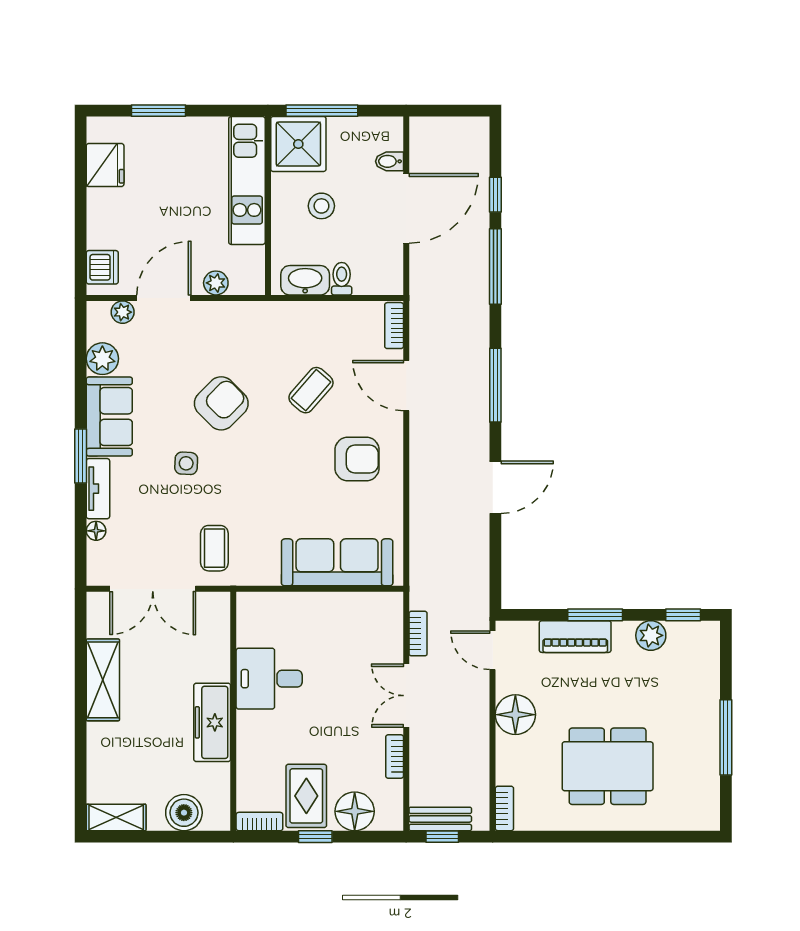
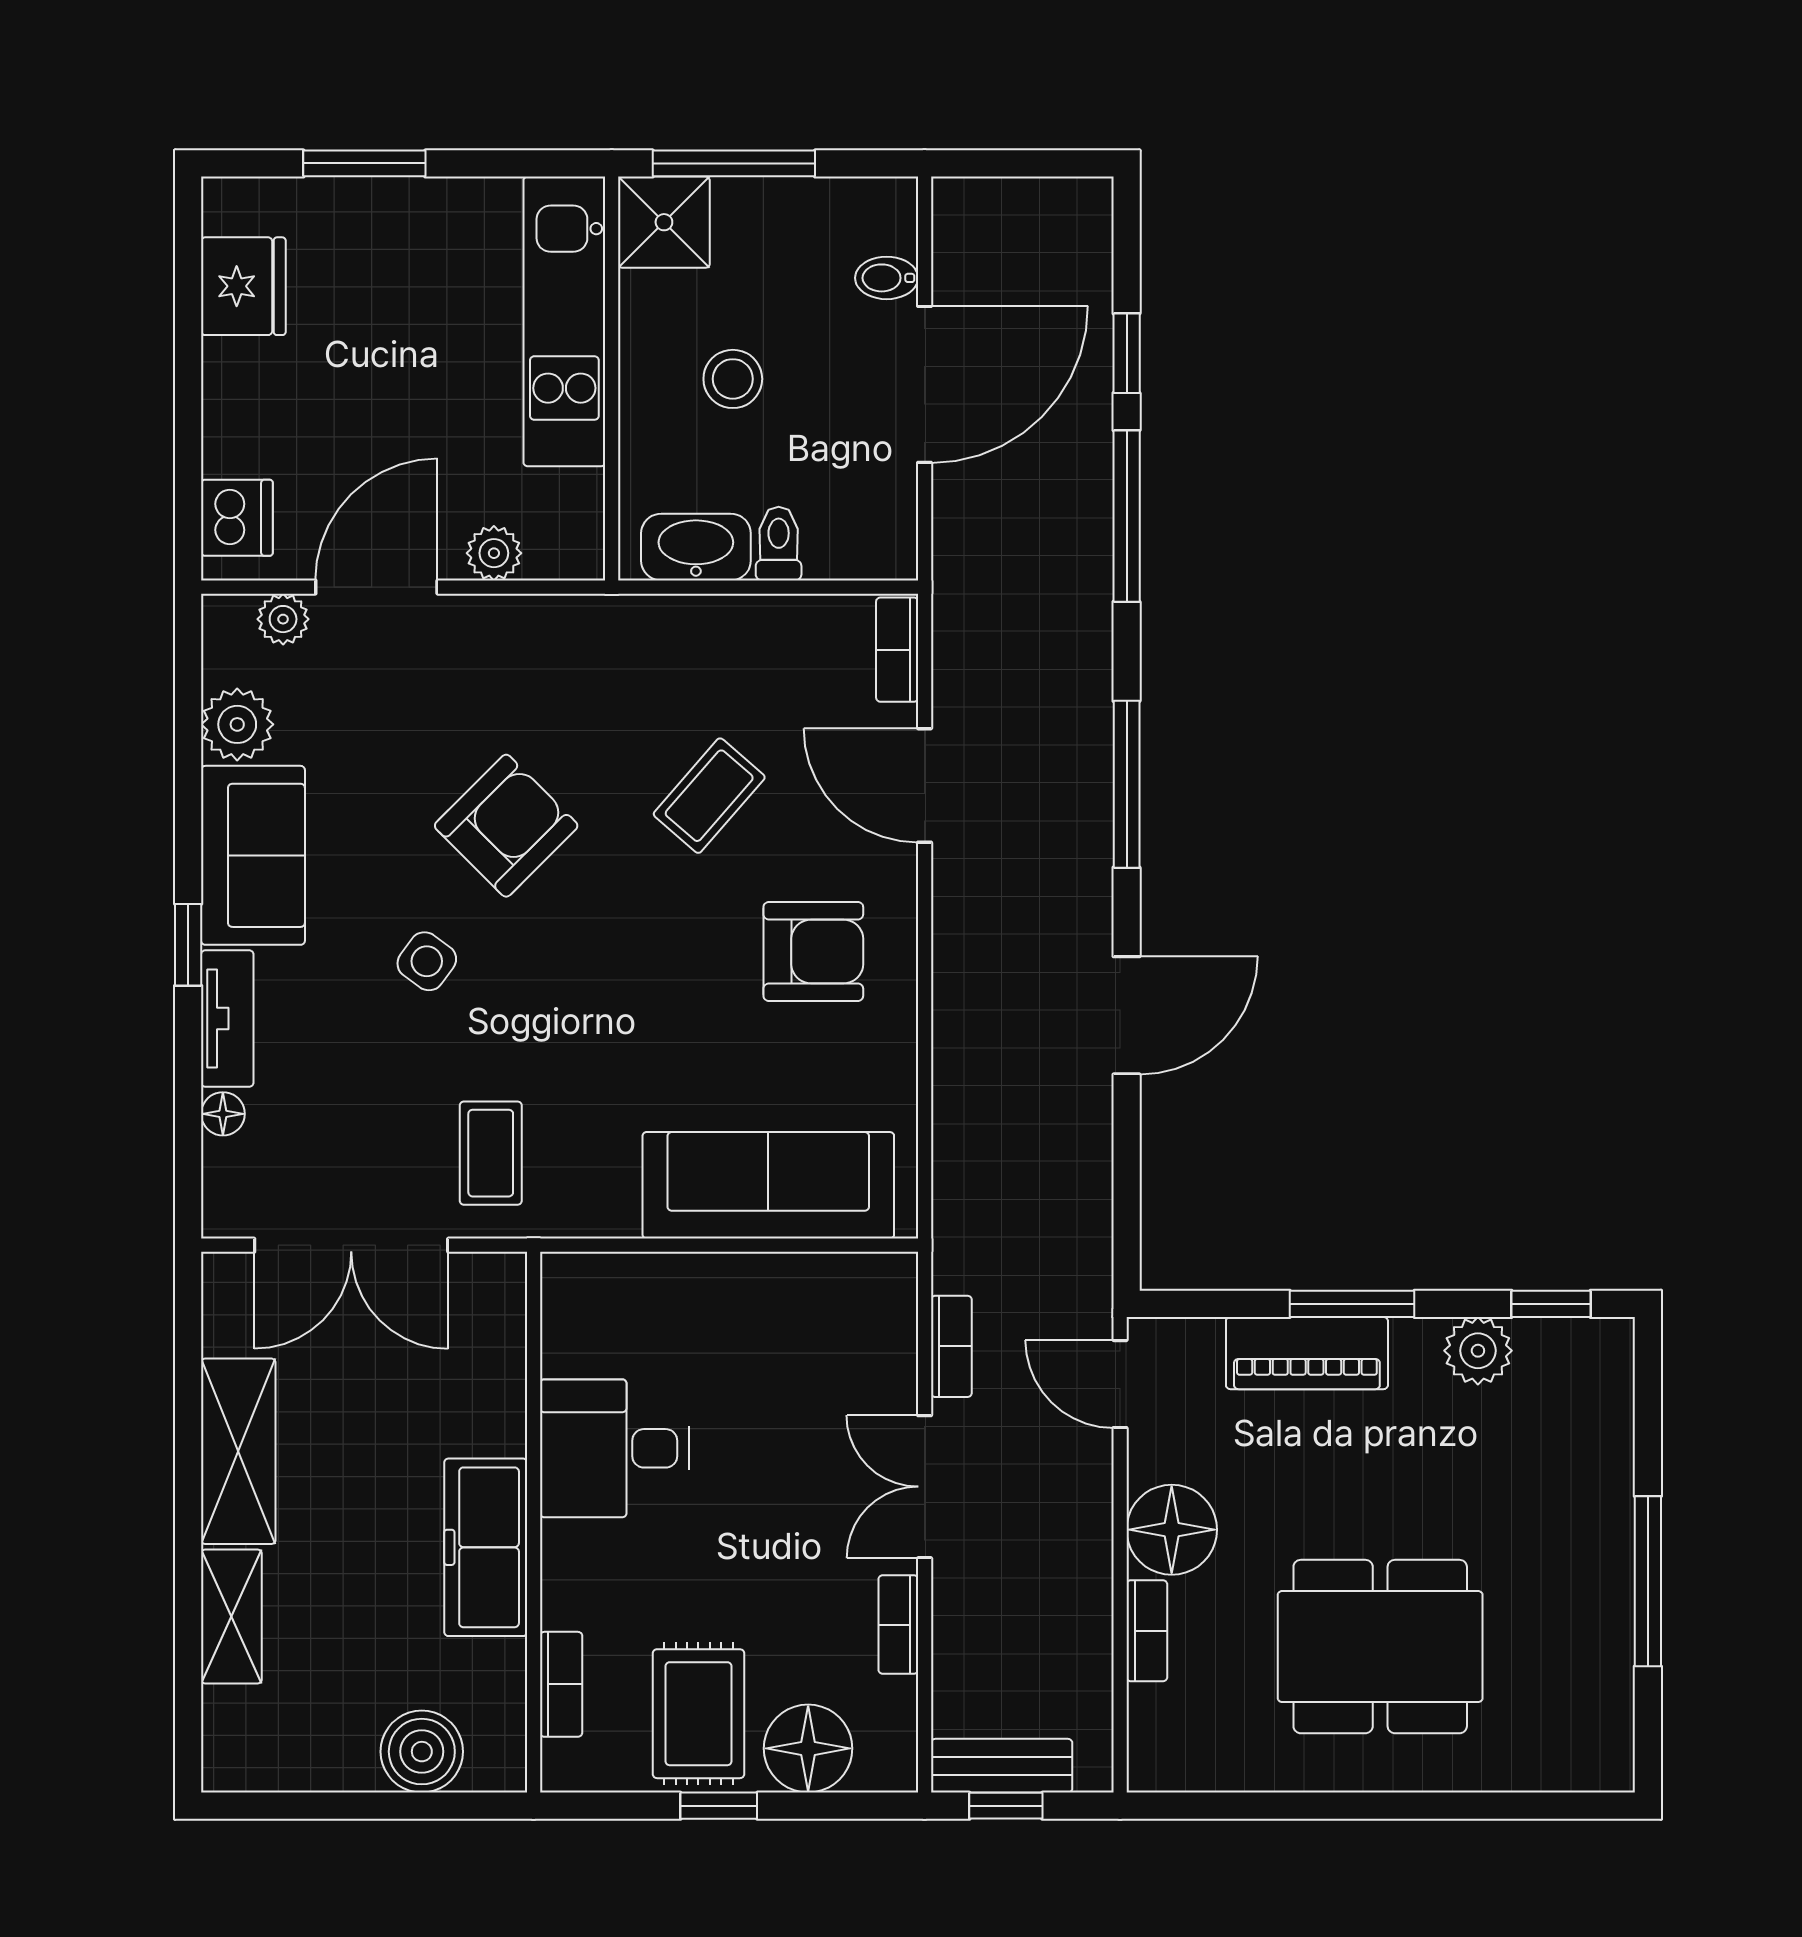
shower: (298, 144) -> (664, 222), width x0.73, depth x0.73
window: (81, 456) -> (188, 945), width x0.67
side table: (186, 463) -> (427, 961), turned 33
bookcase: (504, 808) -> (1147, 1631), moved
shelving: (116, 817) -> (231, 1617), moved, turned 90
bookcase: (259, 822) -> (561, 1684), moved, turned 90

